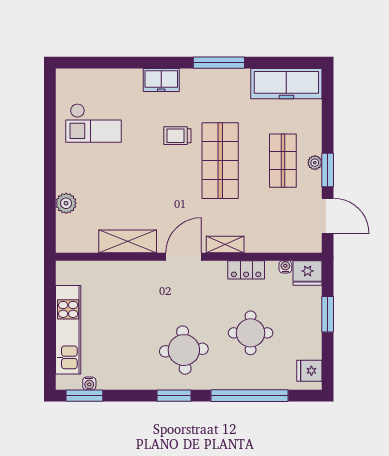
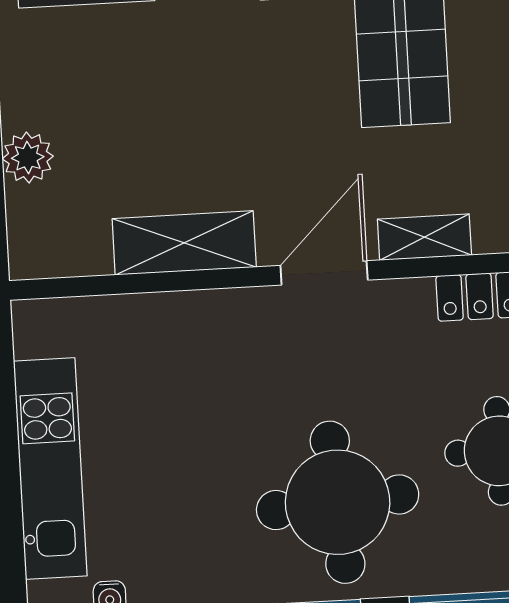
round table: (184, 350) -> (338, 502), width x1.36, depth x1.36

